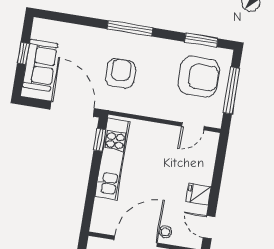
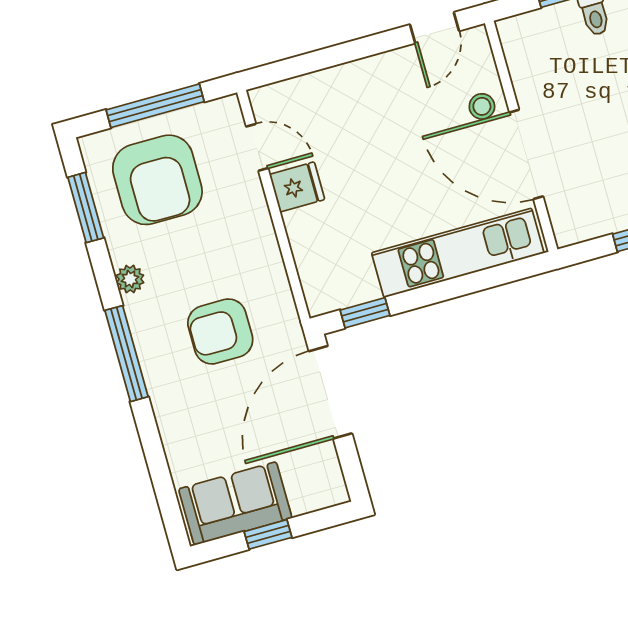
plant: (161, 45) -> (130, 279), added
sofa: (40, 65) -> (235, 503), moved
armchair: (199, 77) -> (157, 180), turned 180
kitchen unit: (112, 159) -> (458, 253), moved
fridge: (199, 194) -> (297, 187), moved, turned -90

